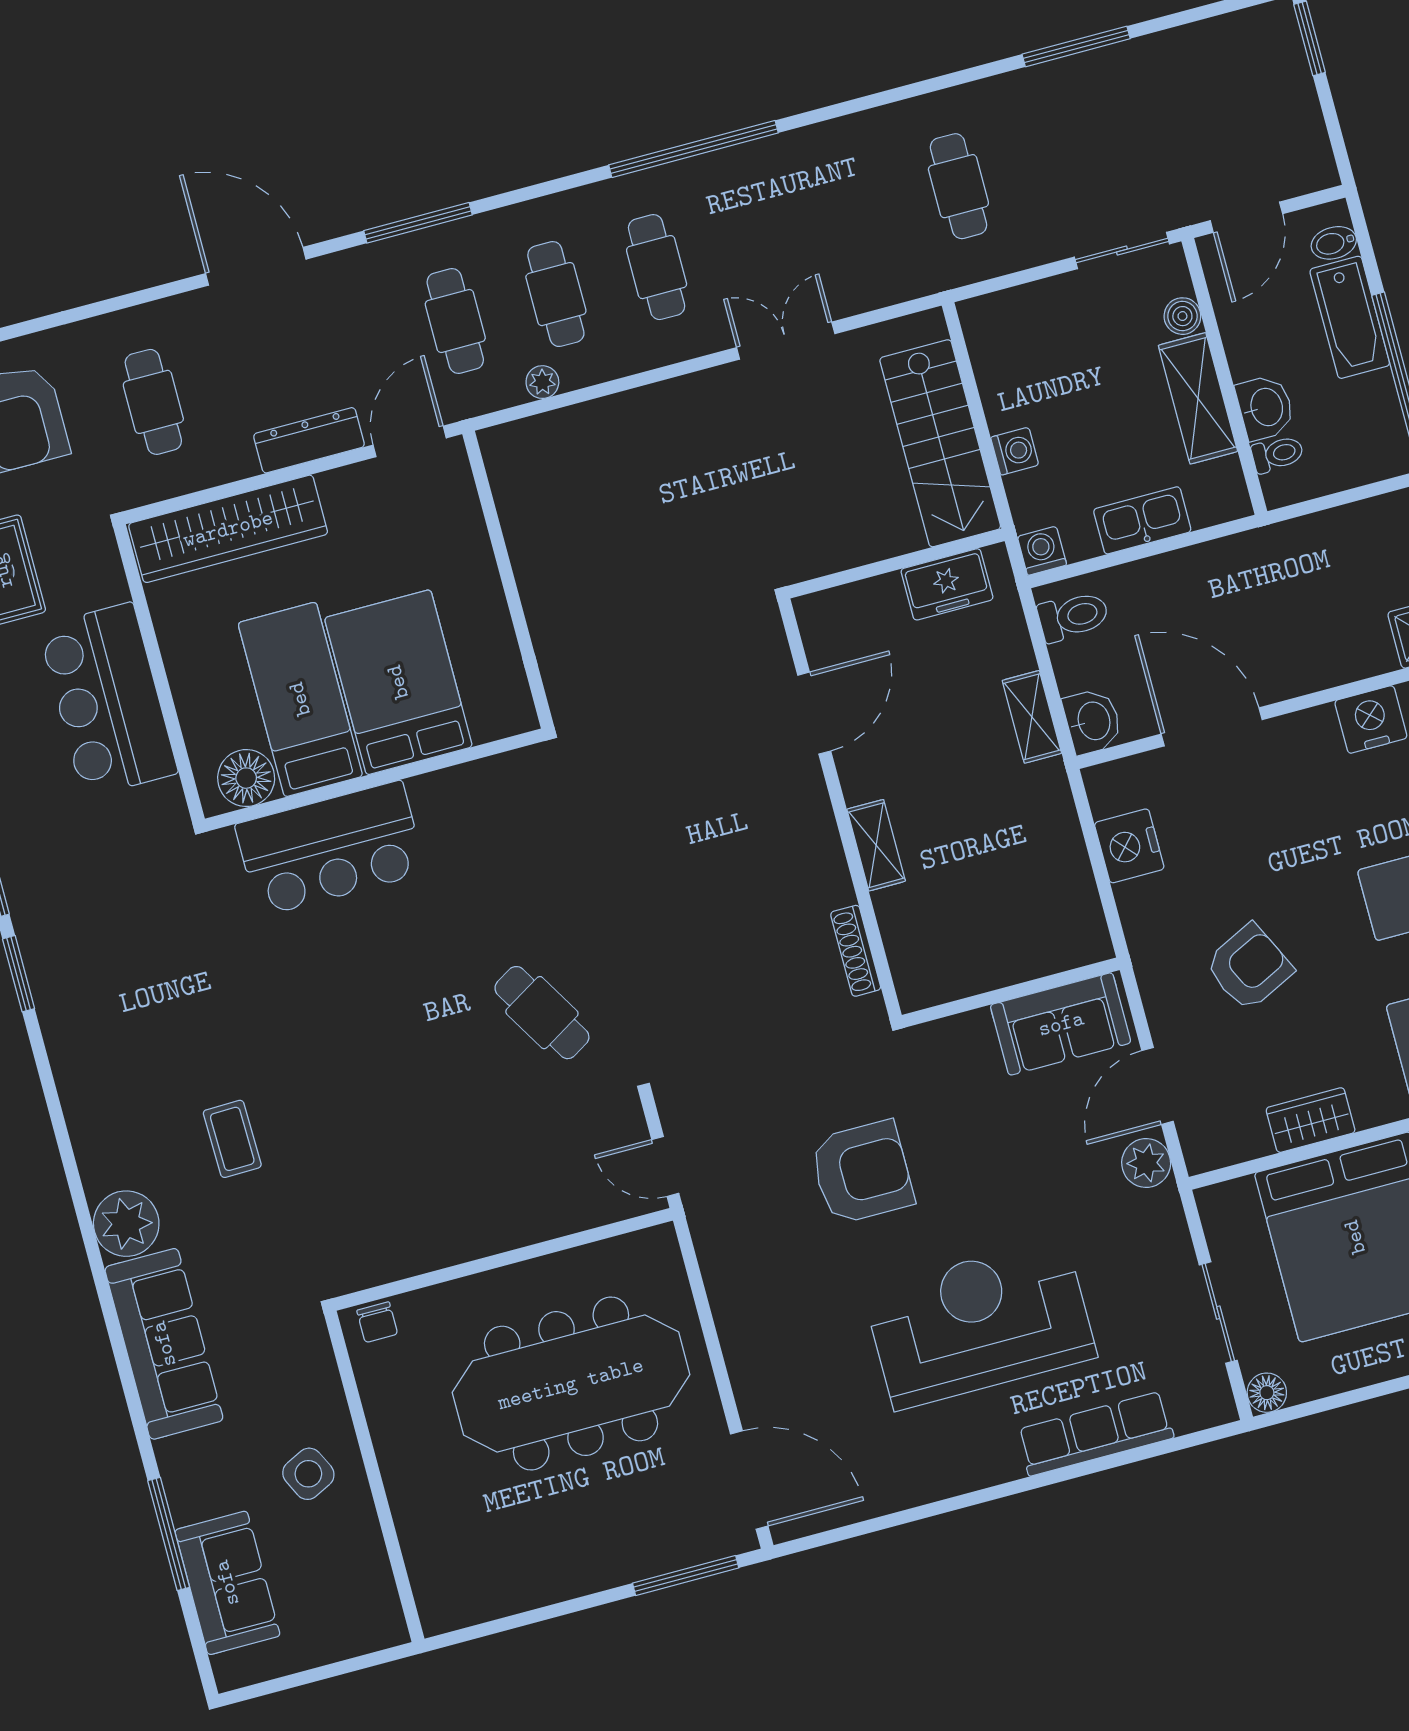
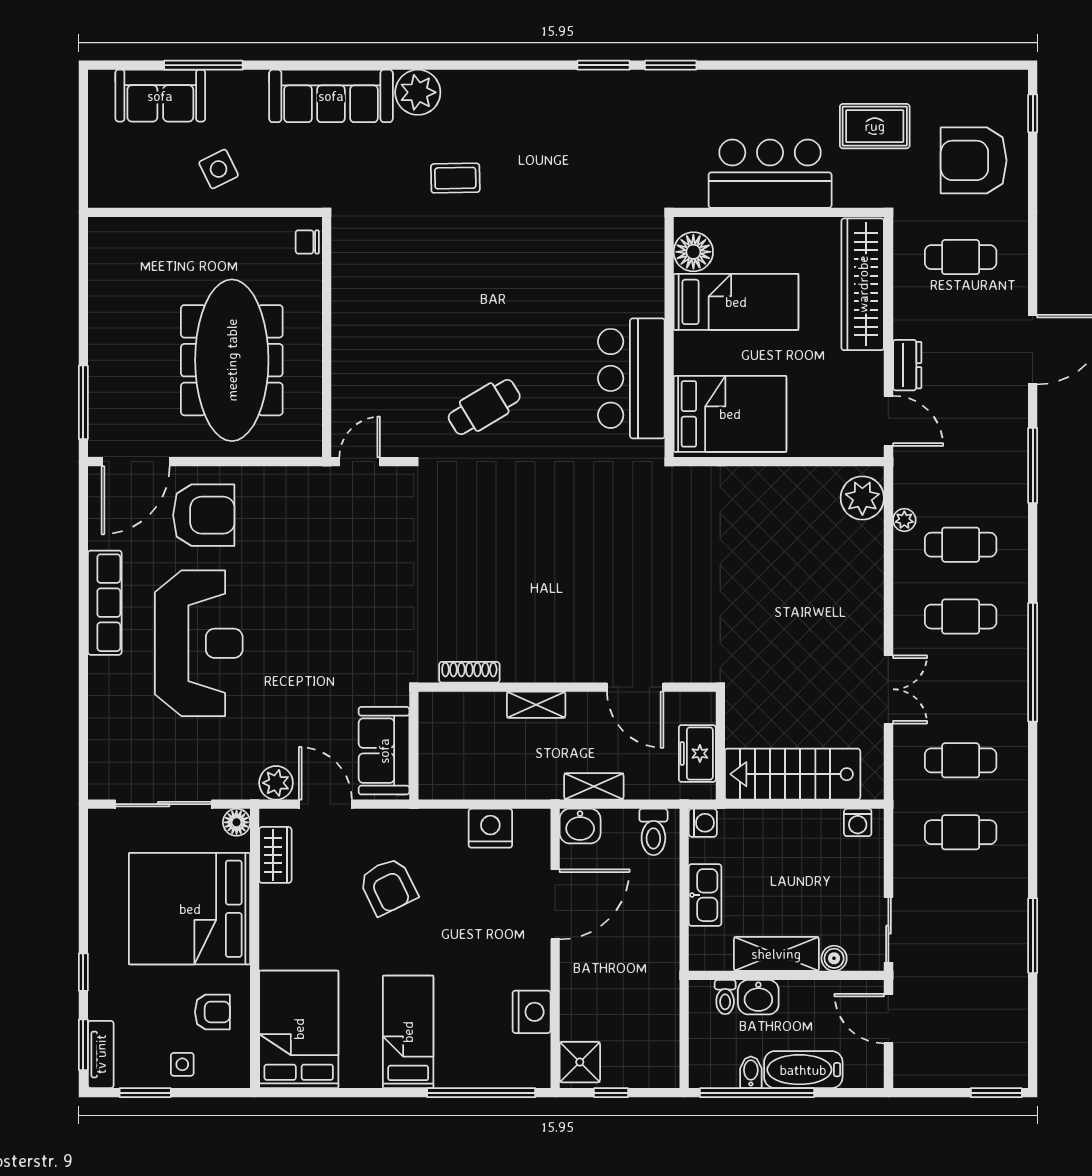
bidet: (1334, 243) -> (751, 1072), moved
cafe table: (455, 321) -> (961, 760), moved
dresser: (309, 440) -> (907, 365), width x0.70
plant: (527, 449) -> (862, 498), added
washing machine: (1015, 451) -> (858, 822), moved
bed: (398, 682) -> (730, 414), moved
door: (814, 713) -> (635, 687), moved
wall: (840, 808) -> (567, 687), moved
shelving: (876, 845) -> (536, 705), moved
bar counter: (330, 849) -> (631, 378), moved
shoe rack: (856, 951) -> (469, 672), moved
wardrobe: (1311, 1120) -> (275, 855), moved
armchair: (862, 1172) -> (204, 515), moved, turned -90
sliding door: (1218, 1313) -> (164, 804), width x1.37
floor lamp: (1267, 1393) -> (237, 822), moved
row of seats: (1095, 1434) -> (105, 603), moved

